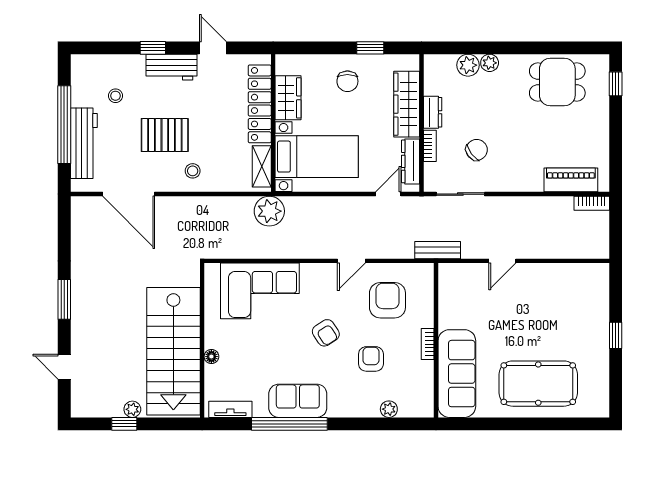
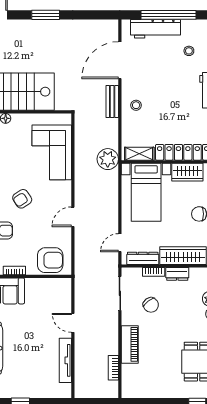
pallet: (165, 135) -> (161, 86), removed
piano: (571, 180) -> (130, 344), moved
door: (388, 194) -> (120, 243), swing flipped
bookcase: (592, 203) -> (113, 368), moved
bench: (438, 250) -> (112, 102), moved
door: (351, 261) -> (73, 217), hinge flipped
tv unit: (556, 271) -> (65, 360), added
armchair: (387, 300) -> (50, 260), moved

